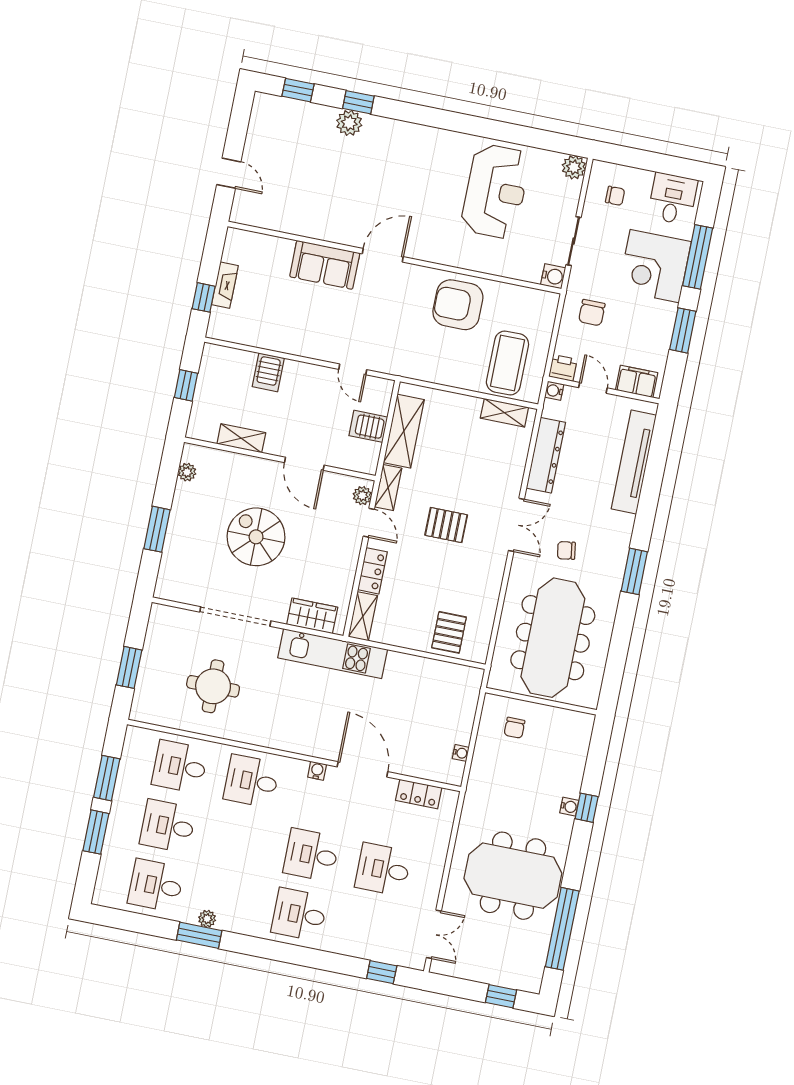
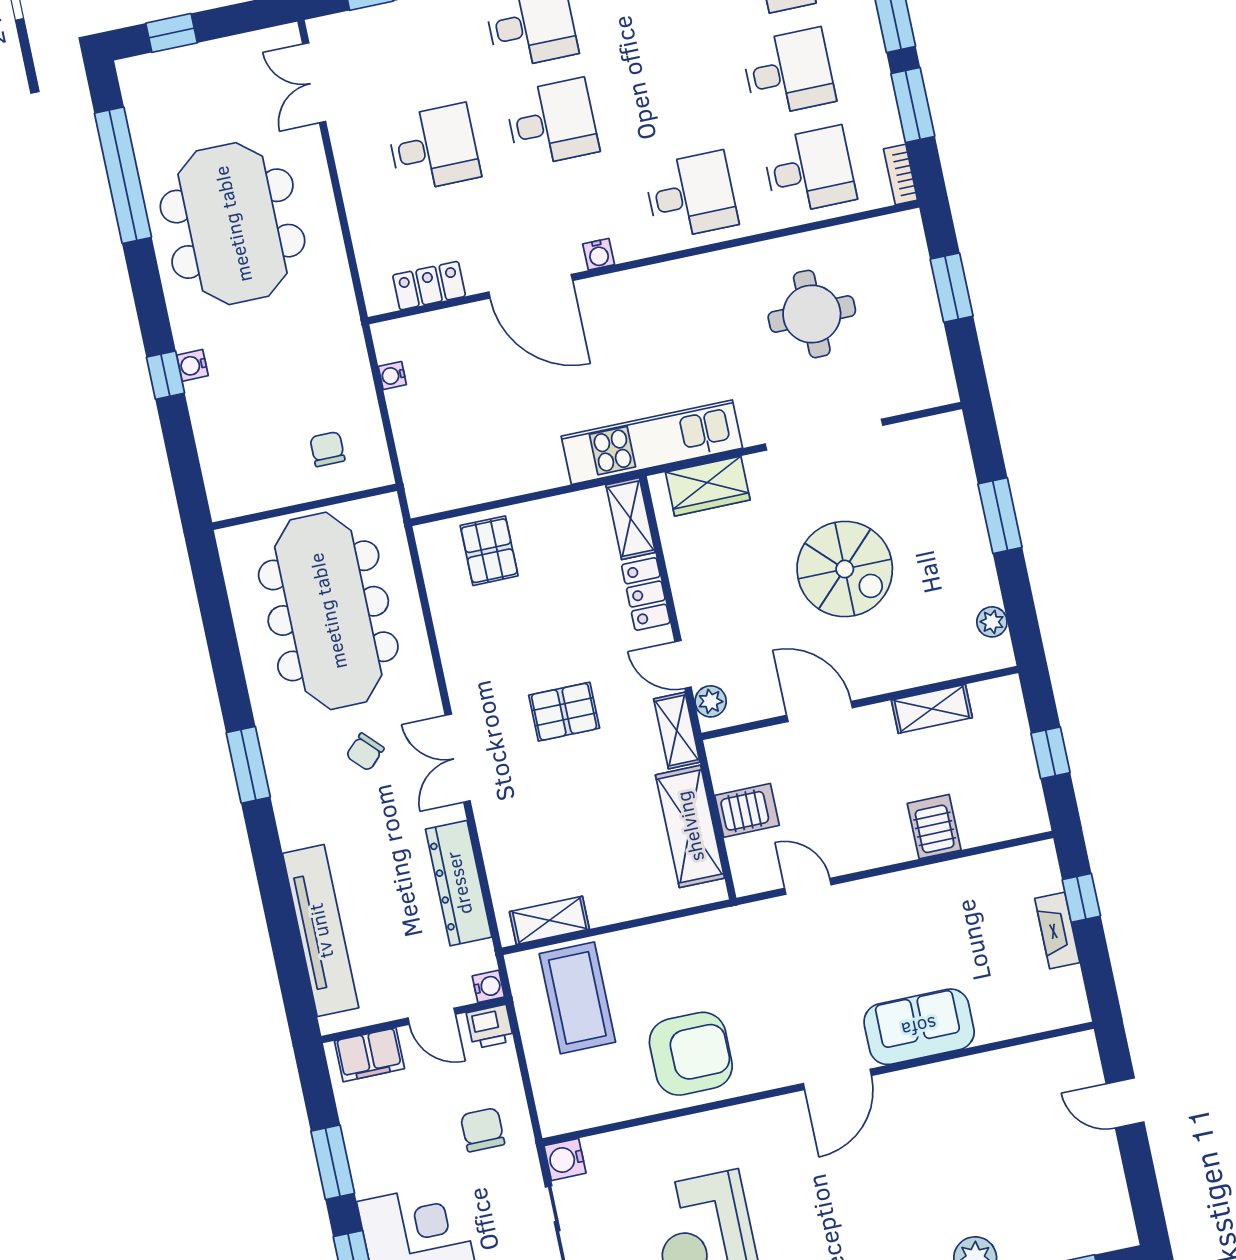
chair: (566, 550) -> (365, 752), turned 145
bookcase: (130, 742) -> (901, 175), added
meeting table: (513, 876) -> (233, 224), turned 90

